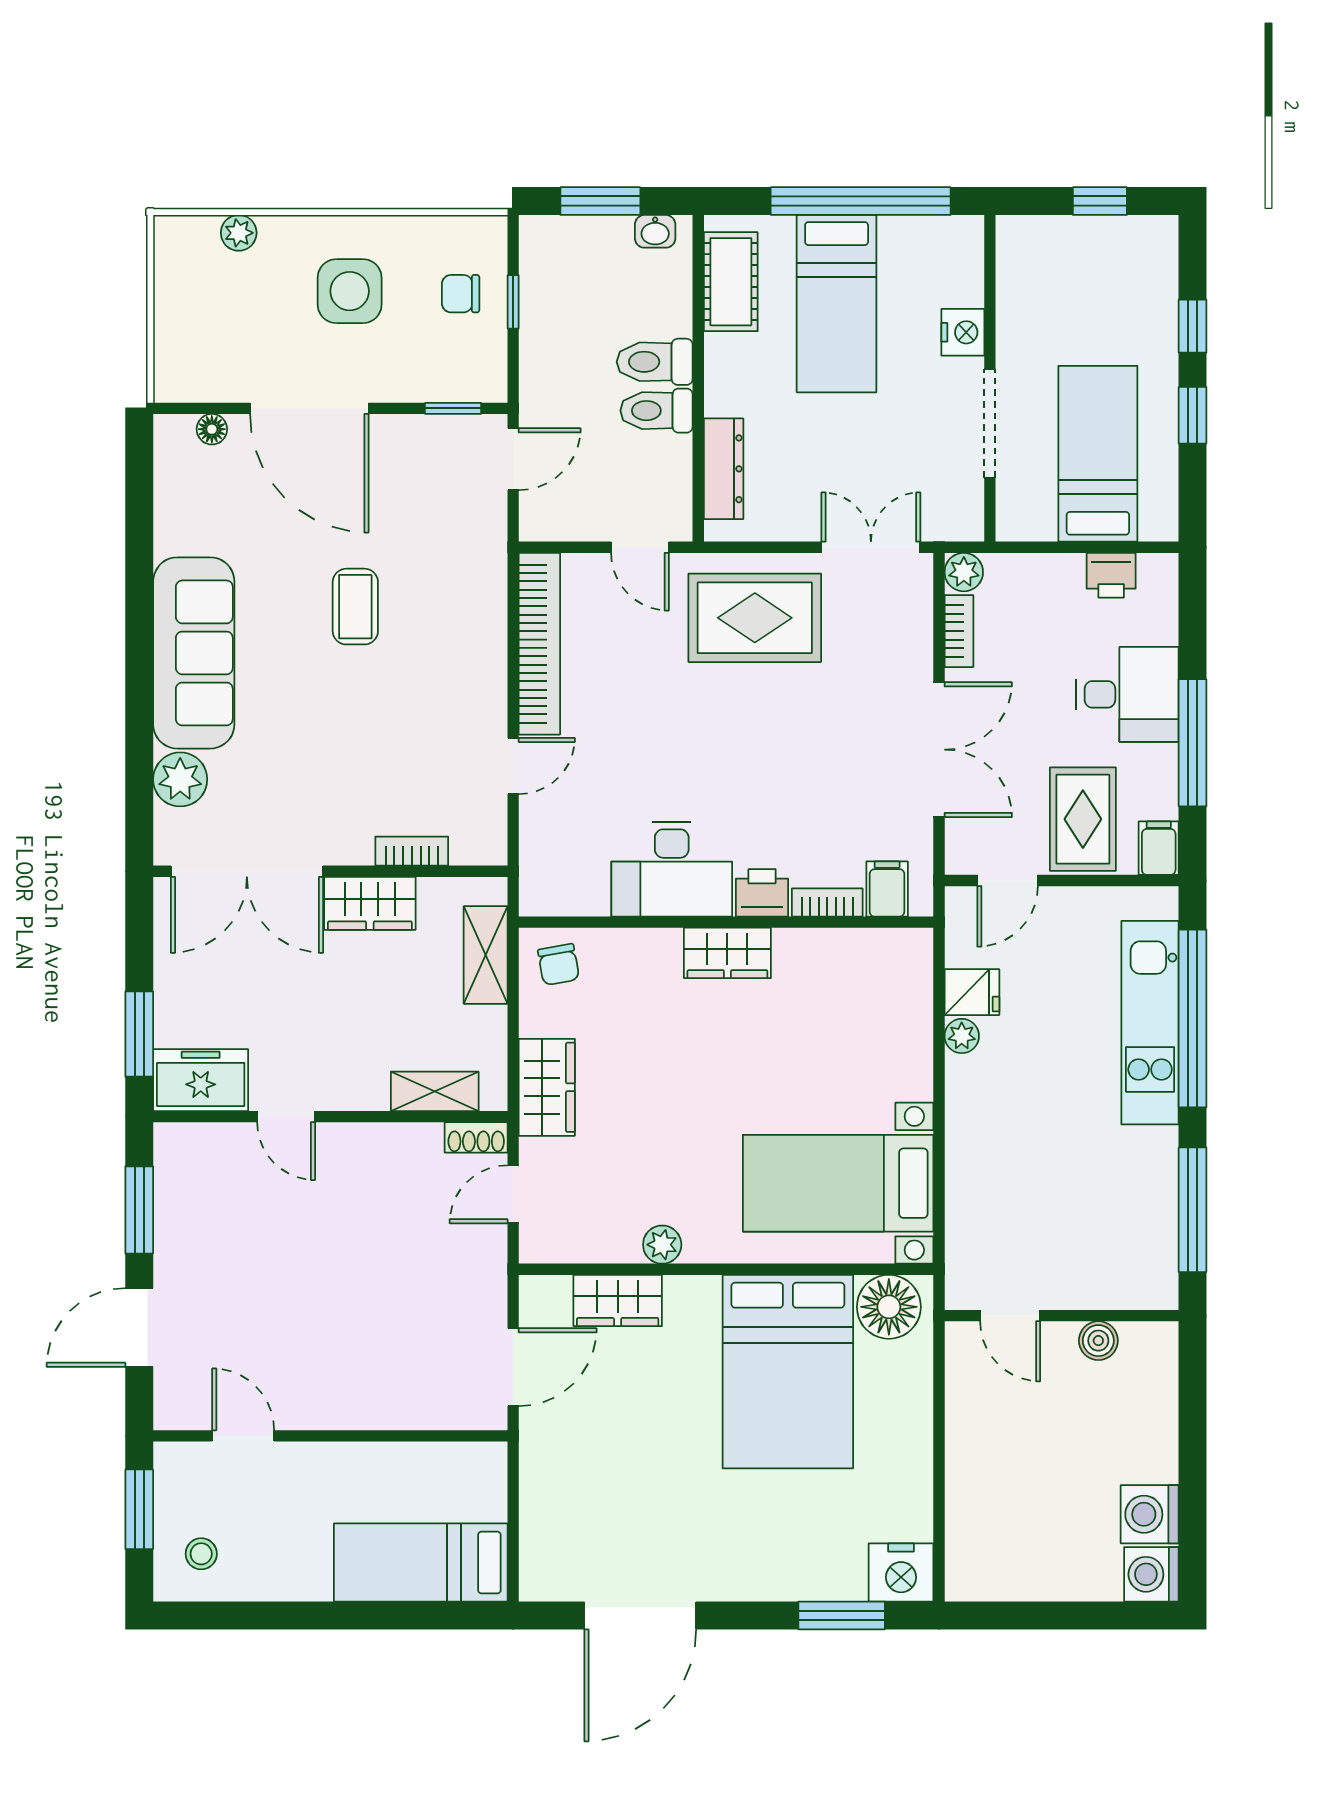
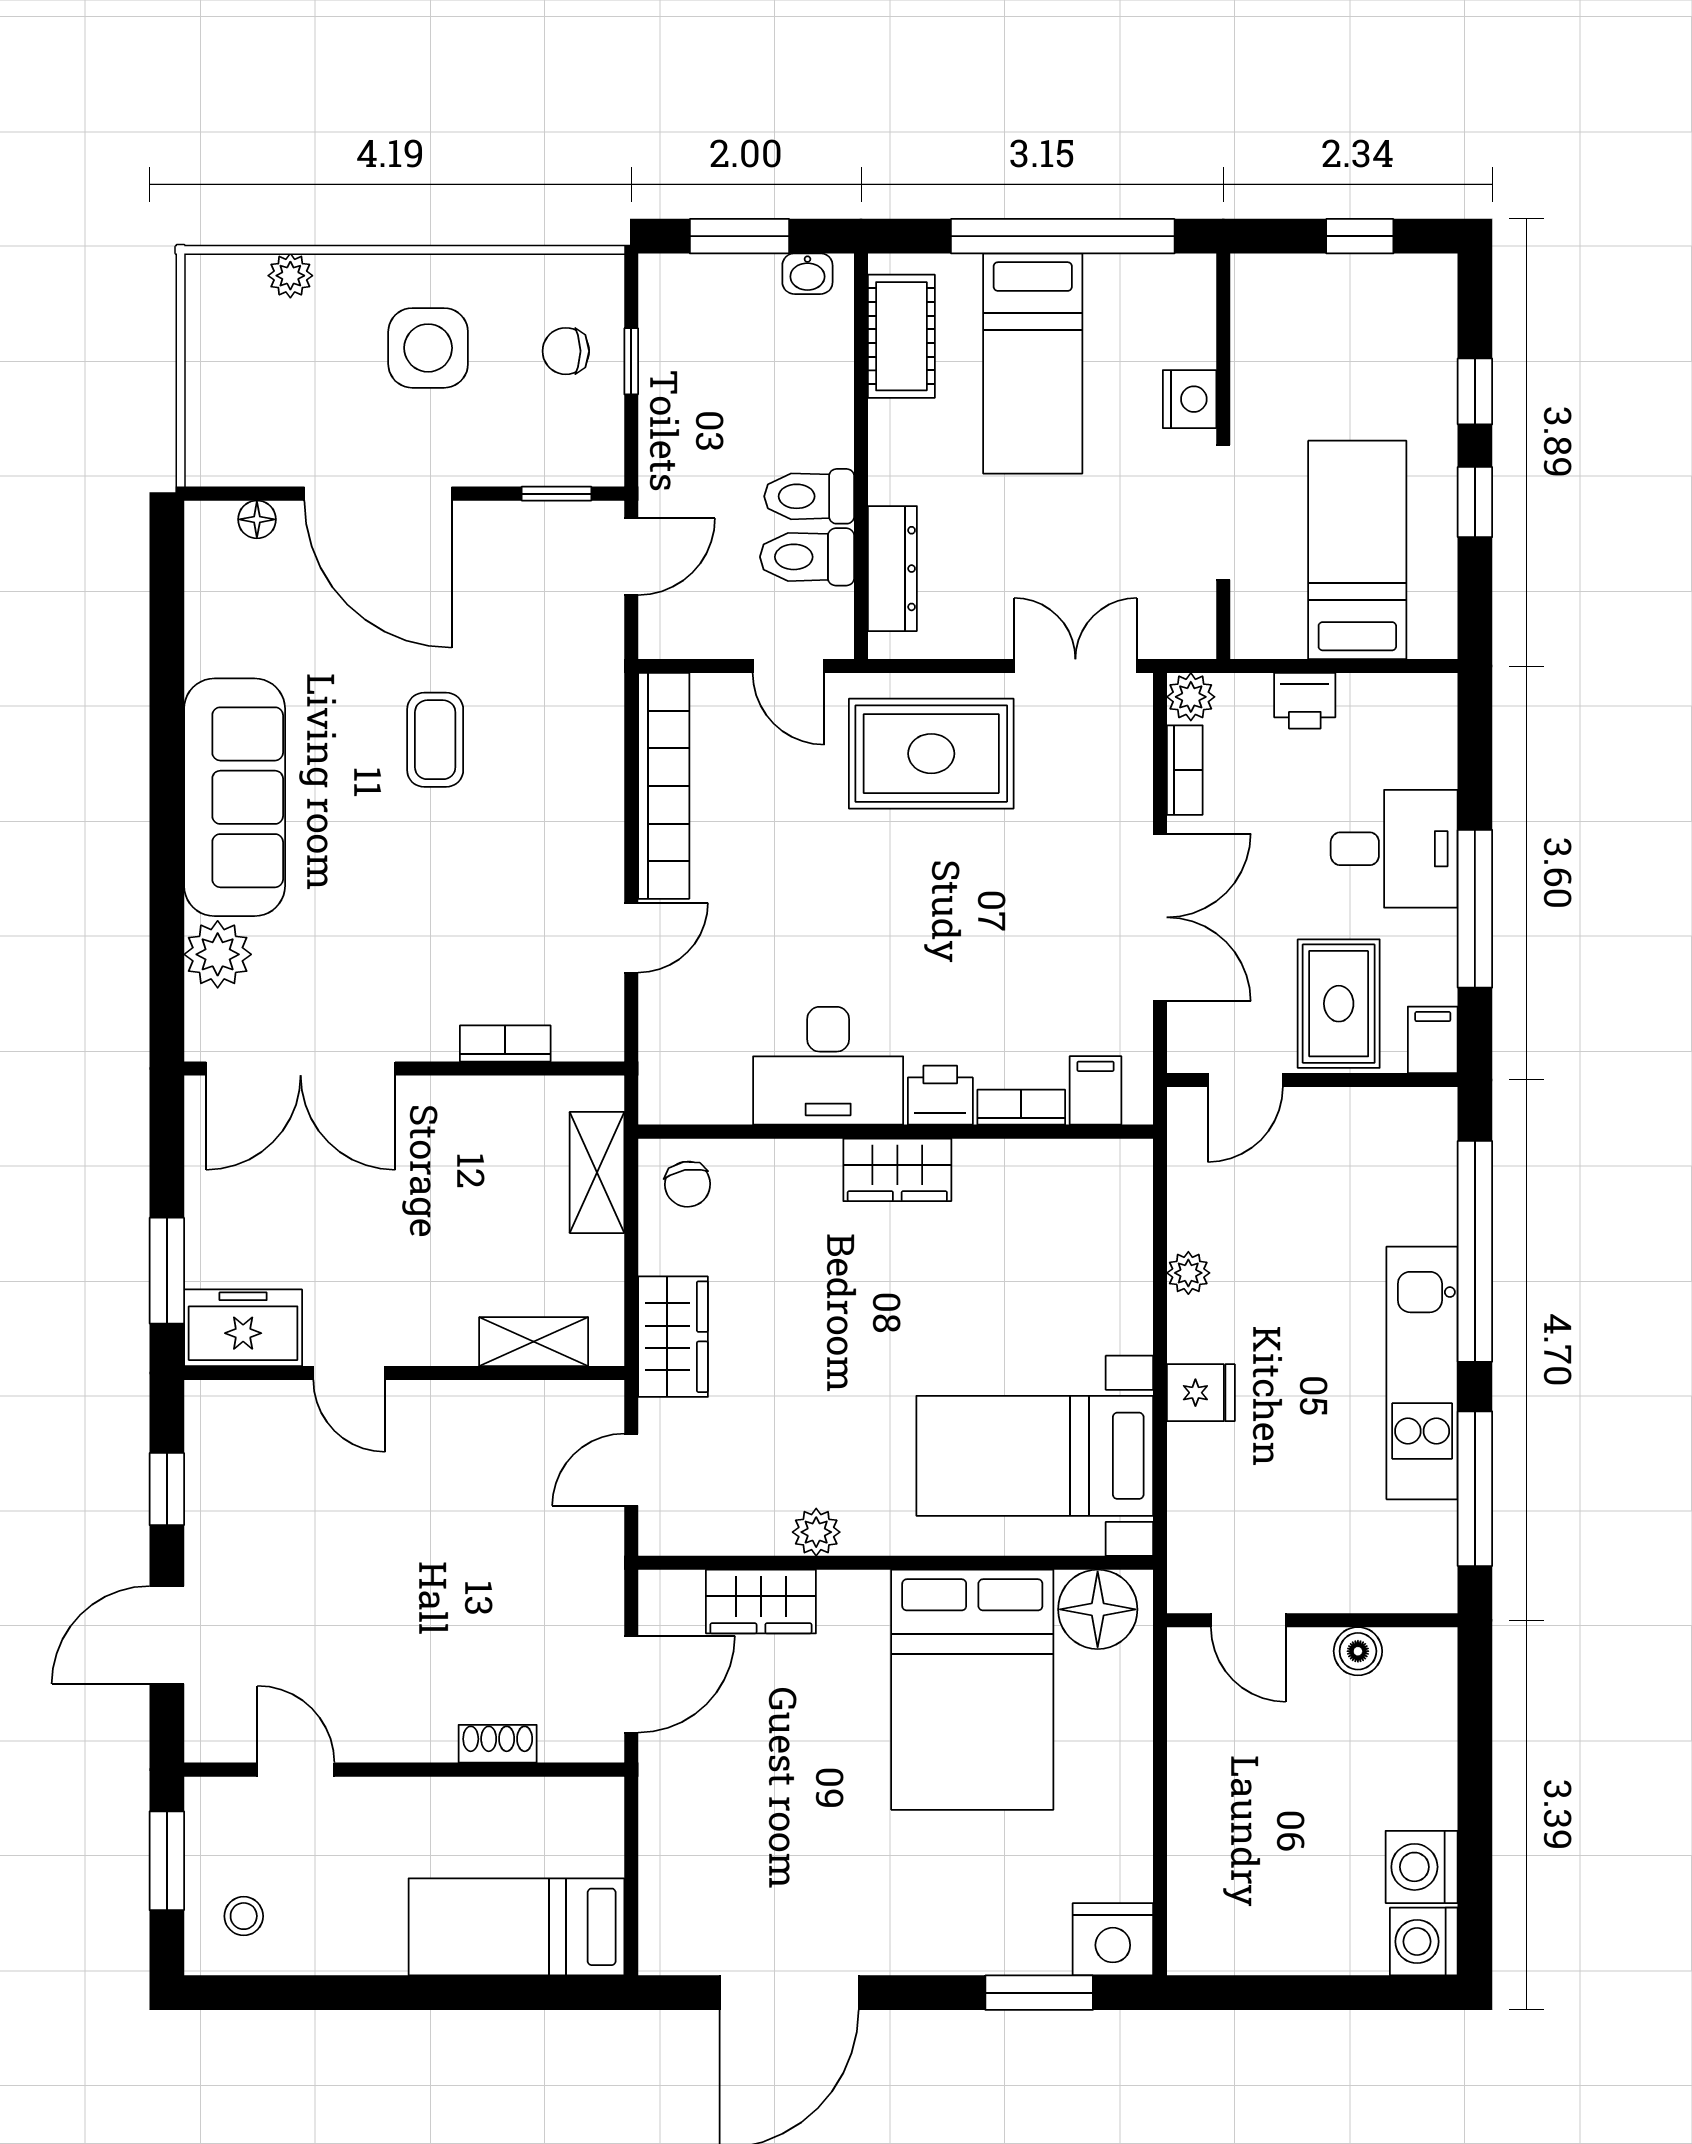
toilet: (655, 362) -> (807, 557), moved
printer: (1111, 575) -> (1305, 701), moved
wardrobe: (370, 903) -> (453, 1108), removed
fridge: (972, 992) -> (1201, 1393), moved
kitchen unit: (1150, 1023) -> (1422, 1373), moved
shoe rack: (476, 1137) -> (498, 1744), moved, turned 180
window: (139, 1210) -> (167, 1489), width x0.67

